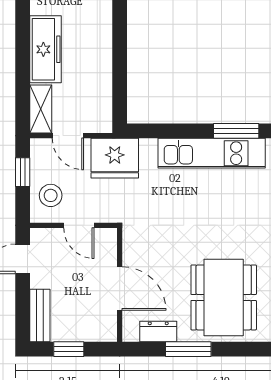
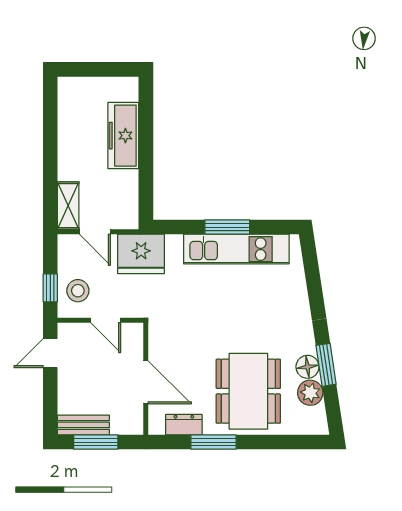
freezer: (46, 49) -> (123, 136), moved, turned 180
window: (236, 131) -> (227, 227), moved
window: (23, 172) -> (50, 288), moved
bench: (40, 315) -> (83, 425), moved, turned 90
window: (69, 349) -> (96, 442), width x1.50

